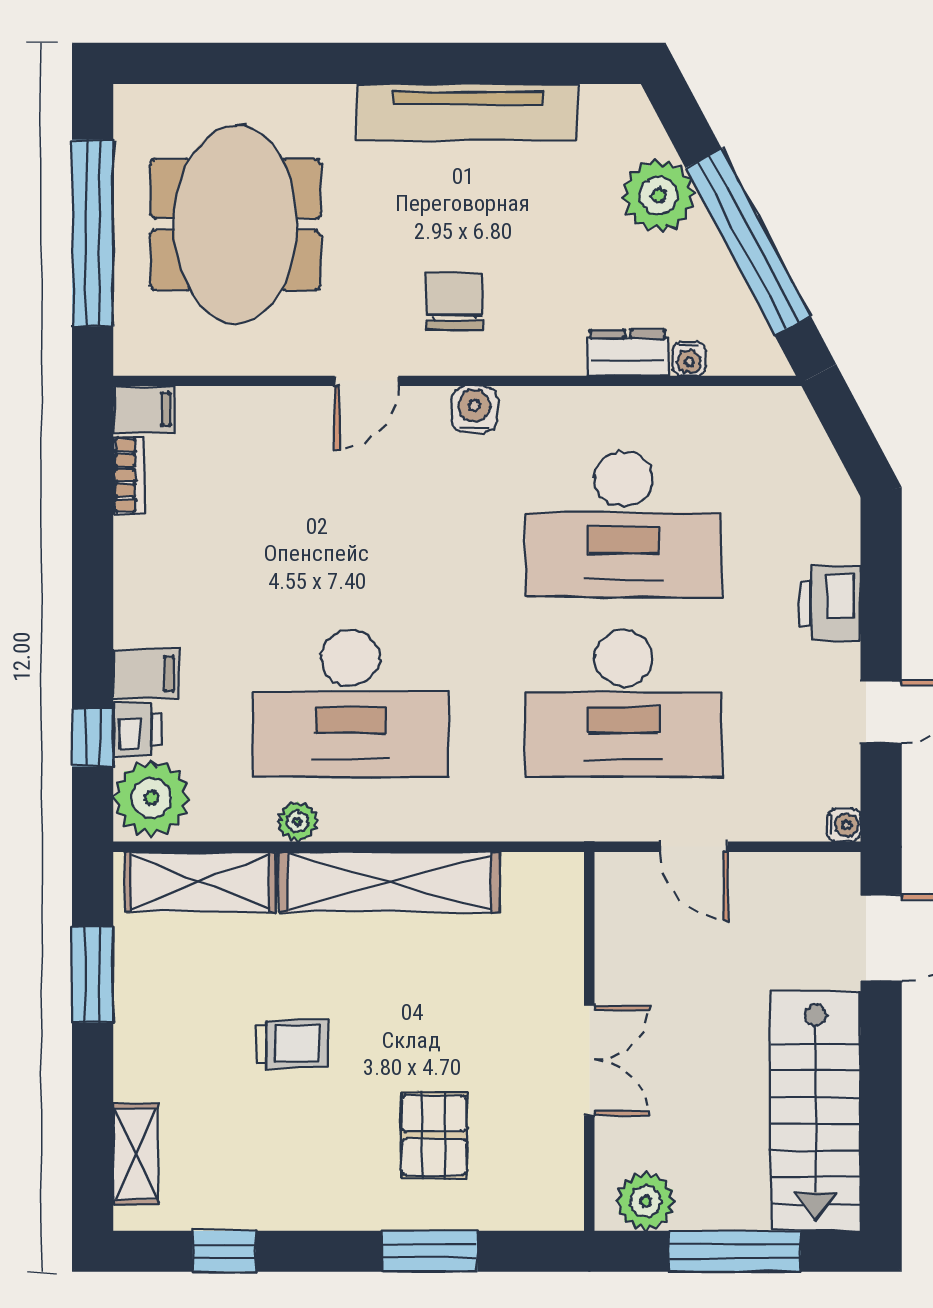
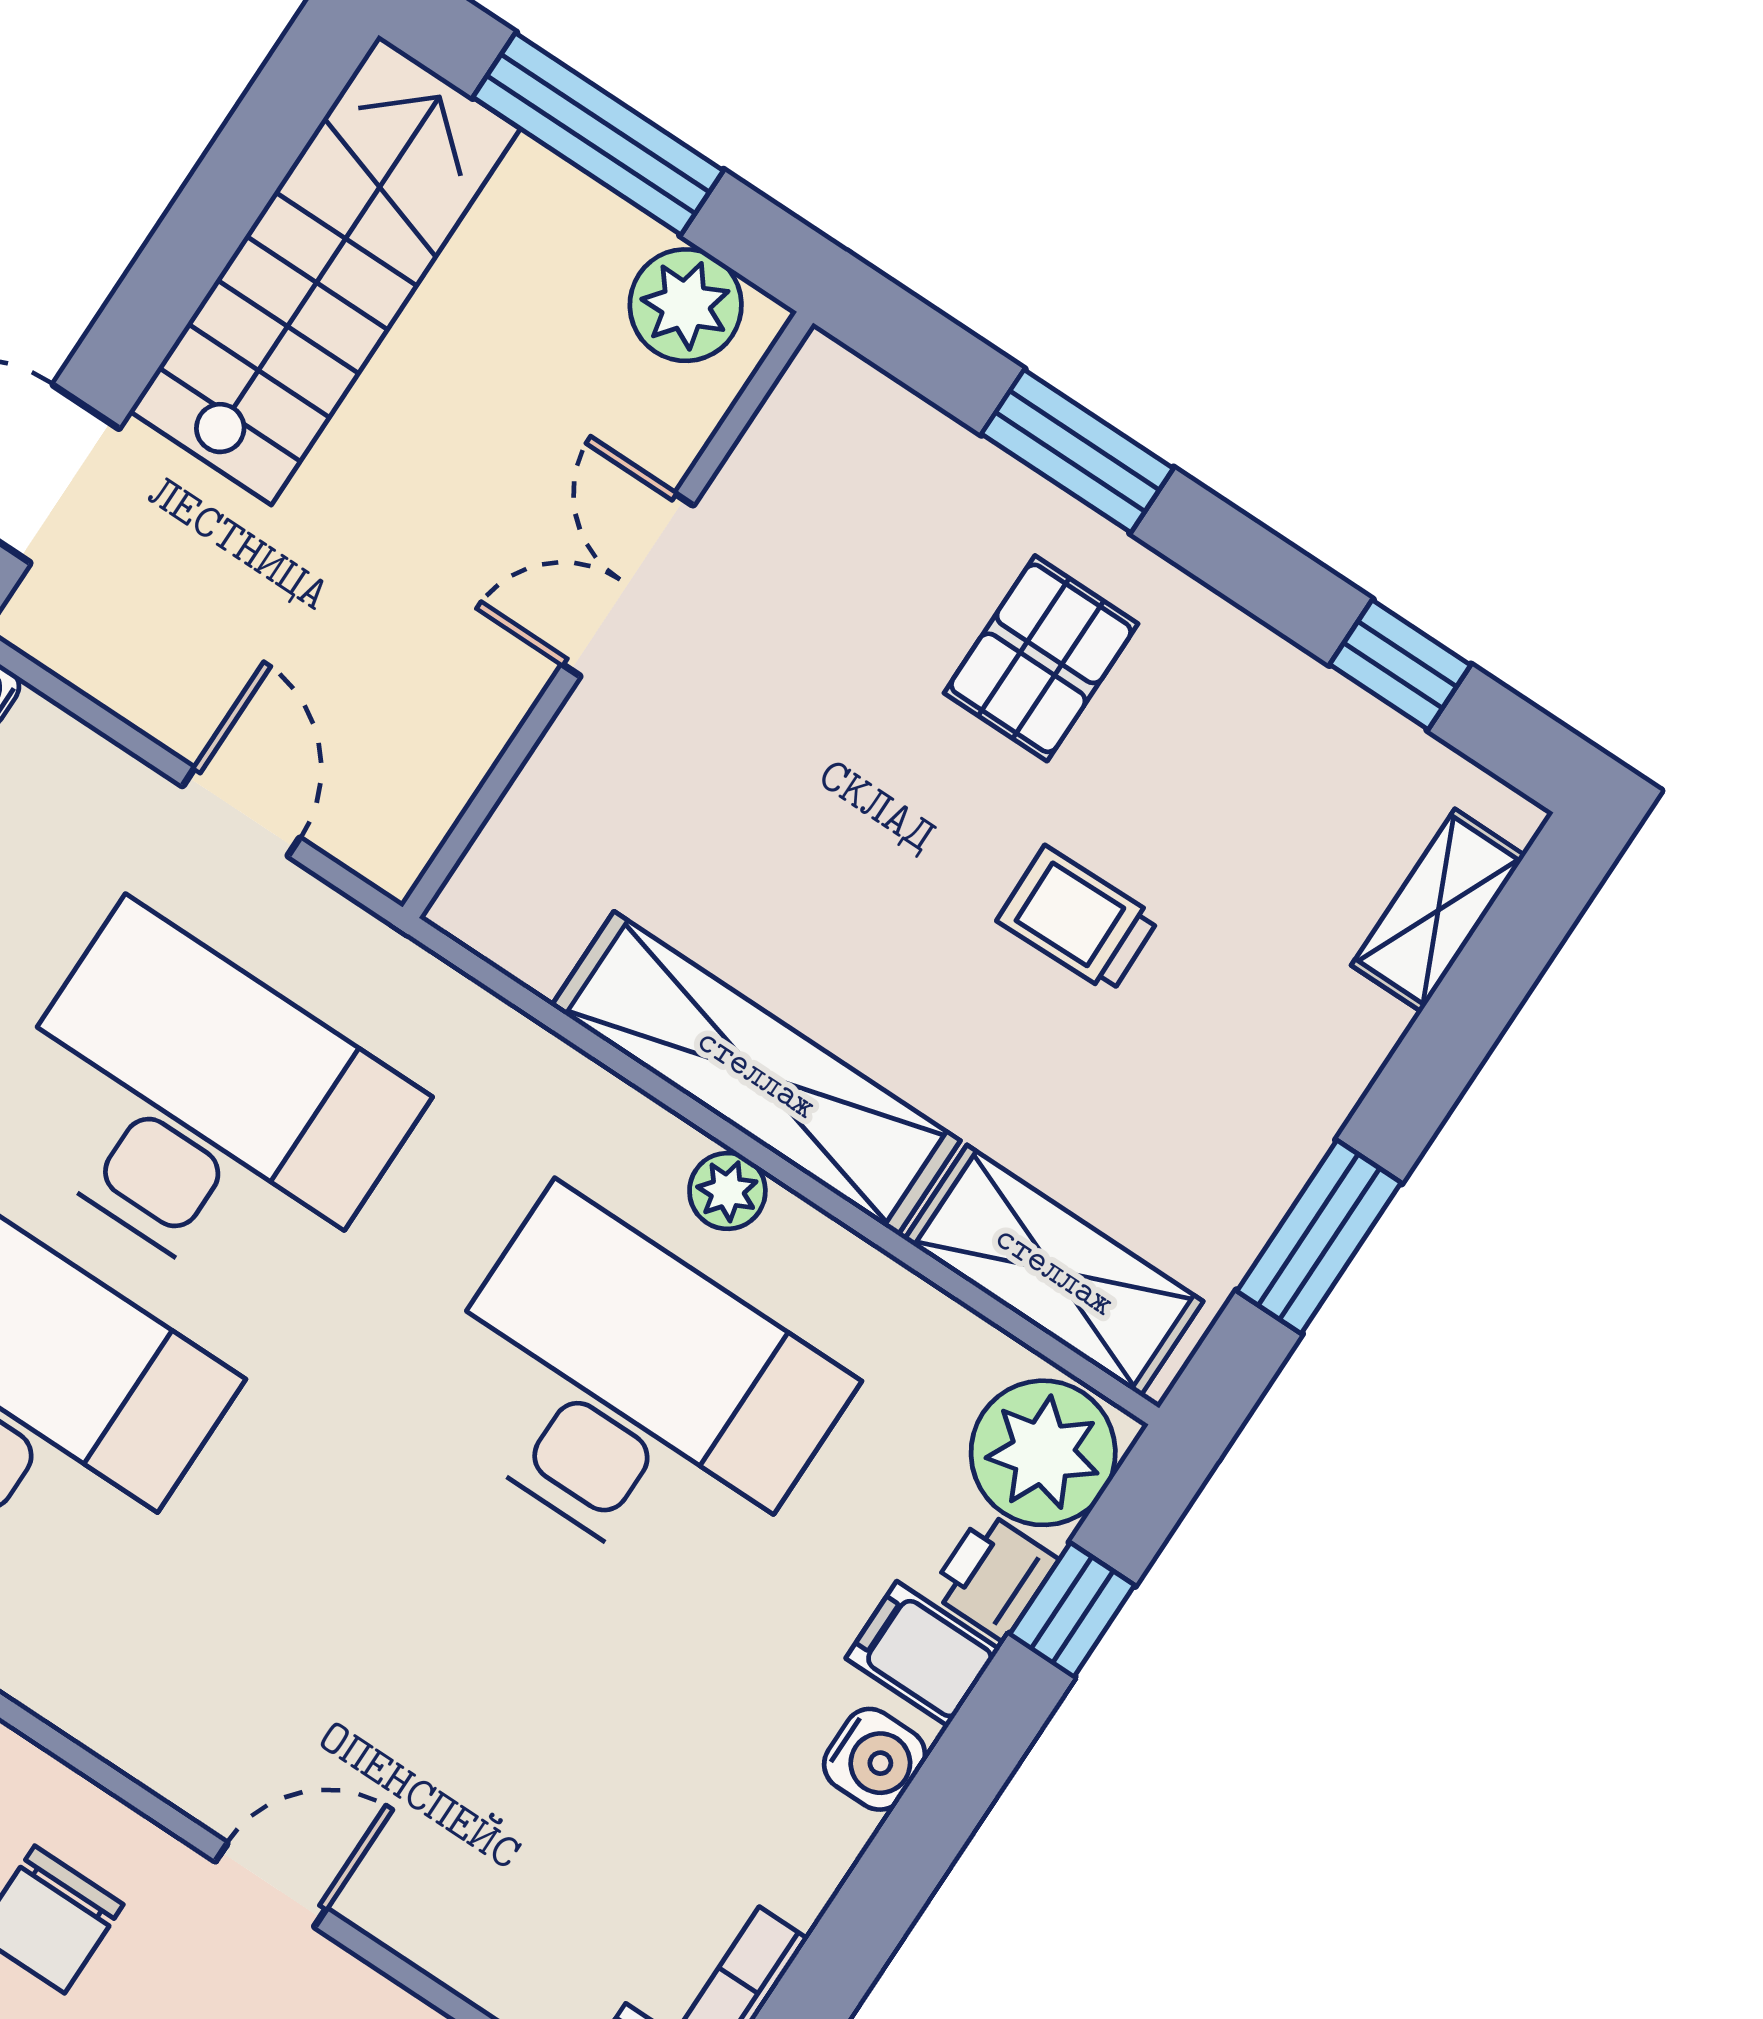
water cooler: (474, 409) -> (875, 1759), moved, turned -90
plant: (298, 822) -> (727, 1191), moved
pallet: (434, 1135) -> (1041, 658), moved

